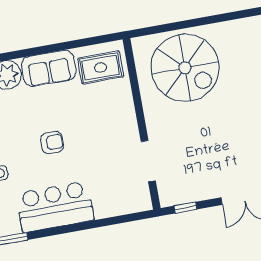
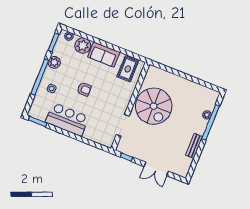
rug: (101, 68) -> (128, 69), turned 90
spiral stairs: (185, 68) -> (154, 106), moved

